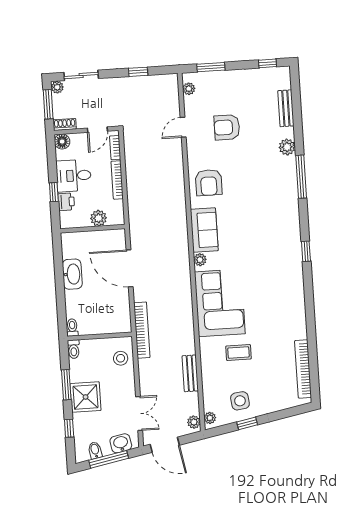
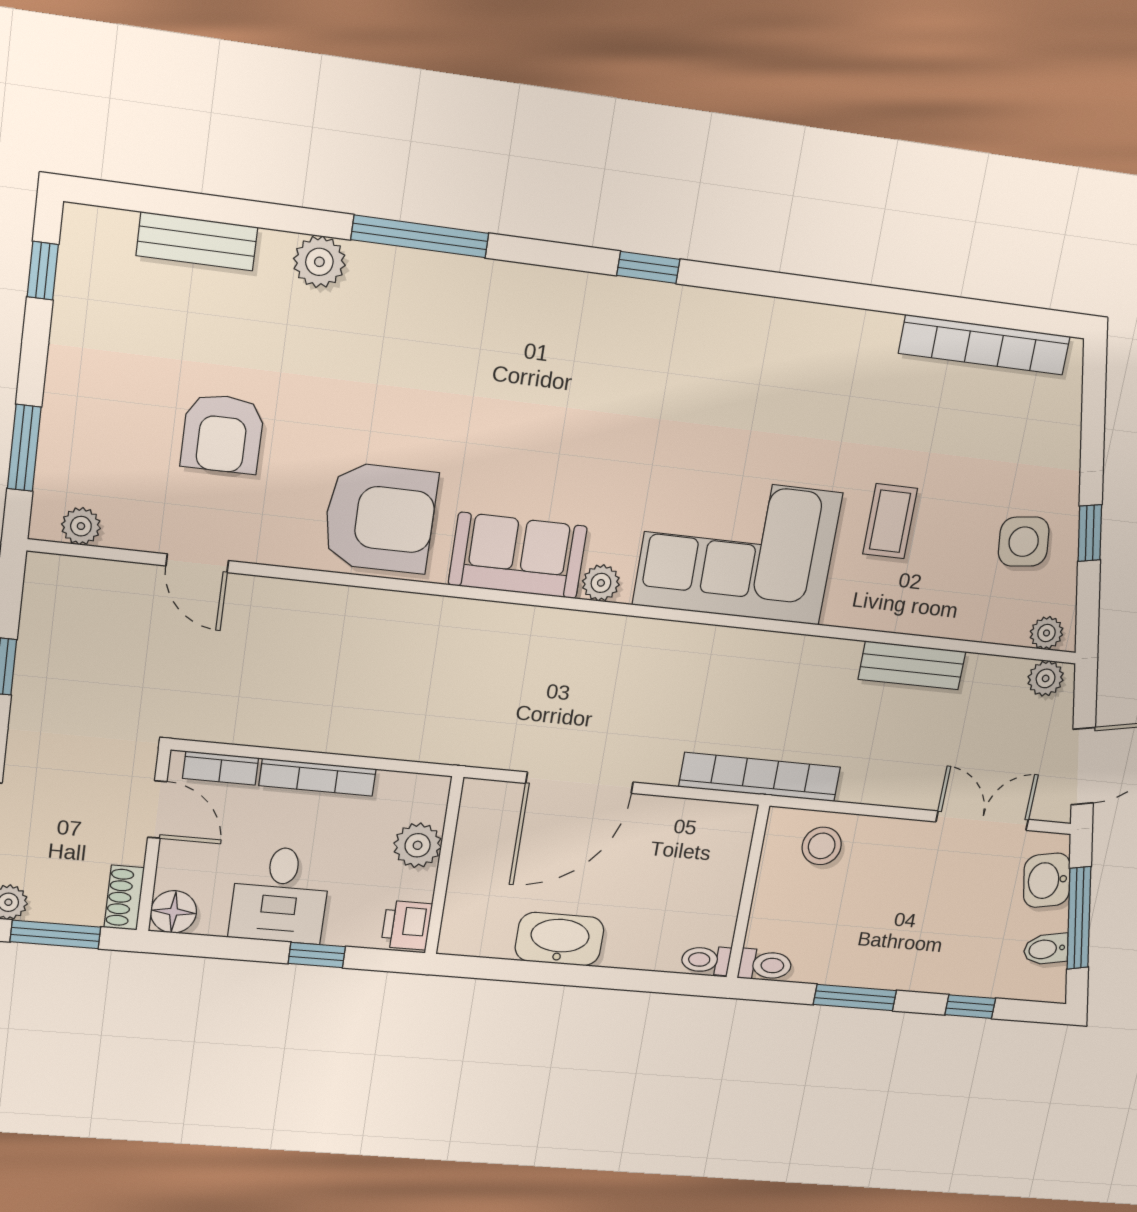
armchair: (209, 183) -> (380, 518), width x1.36, depth x1.36
printer: (66, 202) -> (407, 925), moved, turned -90
shower: (86, 397) -> (900, 953), removed

